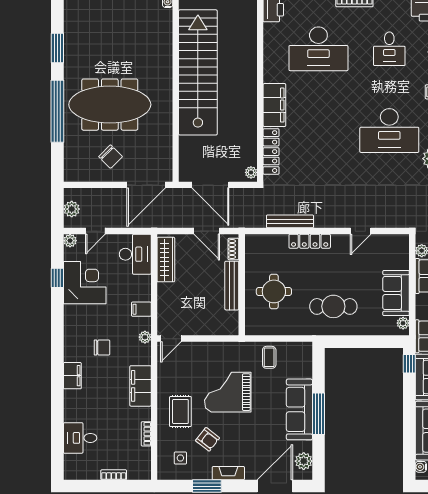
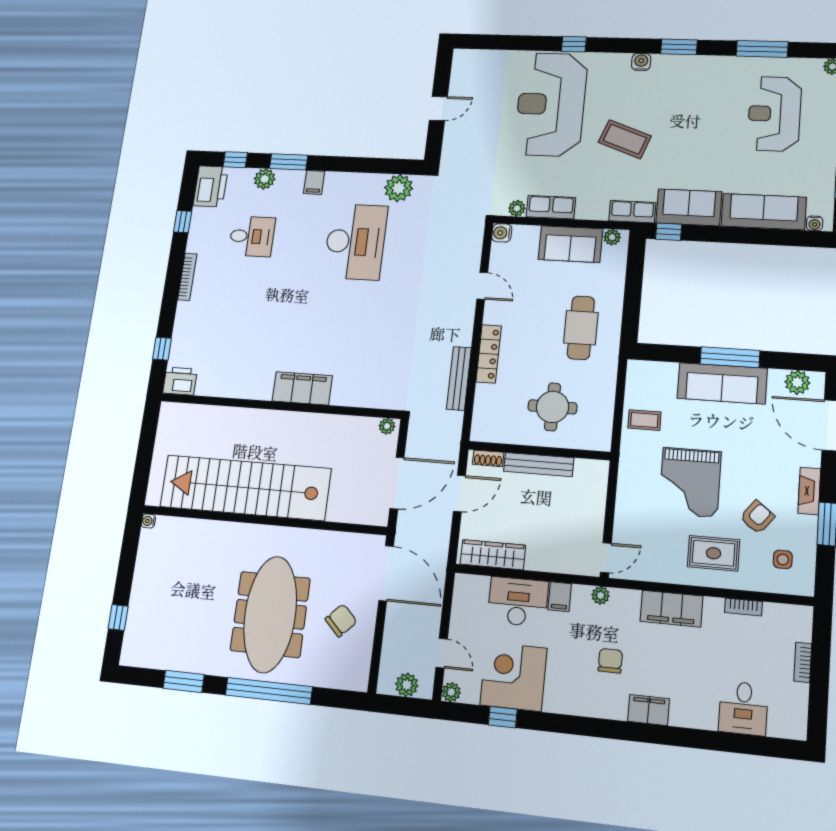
desk: (318, 49) -> (238, 326), removed
locker: (271, 152) -> (363, 397), removed
water cooler: (402, 241) -> (502, 233), added
desk: (135, 254) -> (518, 602), moved
door: (171, 339) -> (606, 558), hinge flipped

